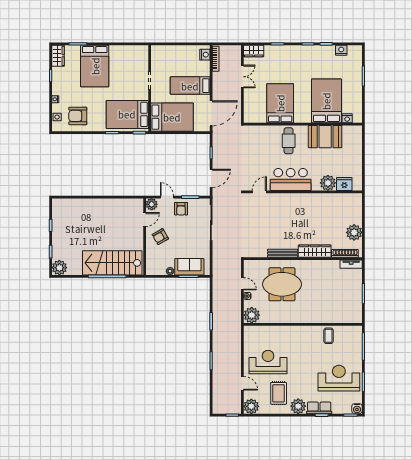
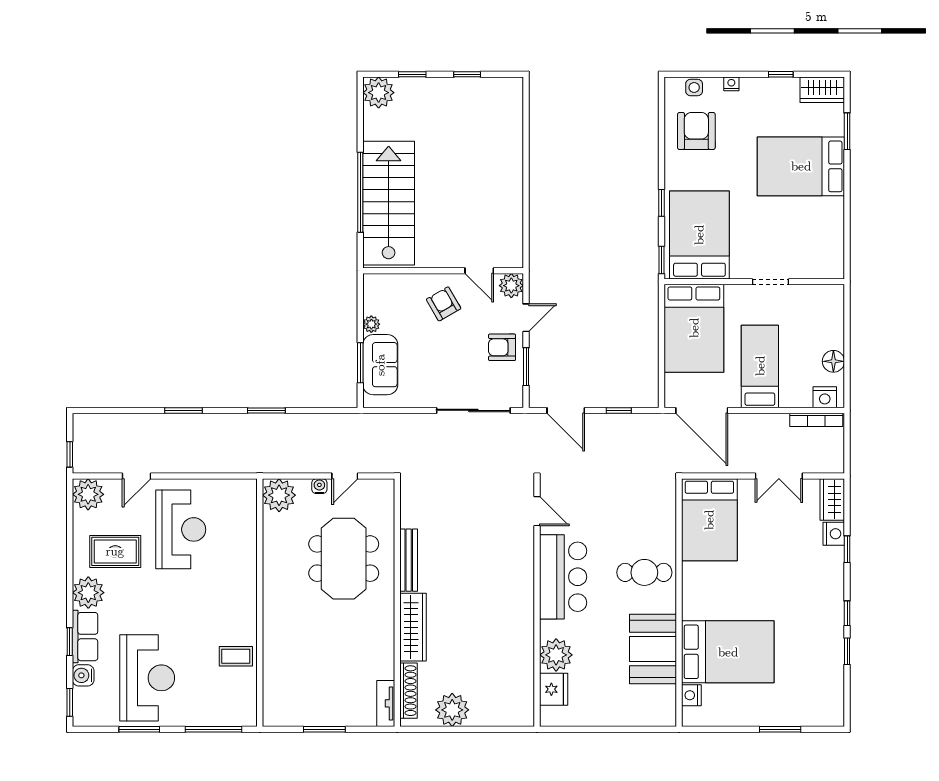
floor lamp: (188, 50) -> (833, 361), added
nightstand: (341, 50) -> (834, 534), moved
bed: (280, 103) -> (709, 520), moved, turned 90
water cooler: (357, 409) -> (83, 675), moved

